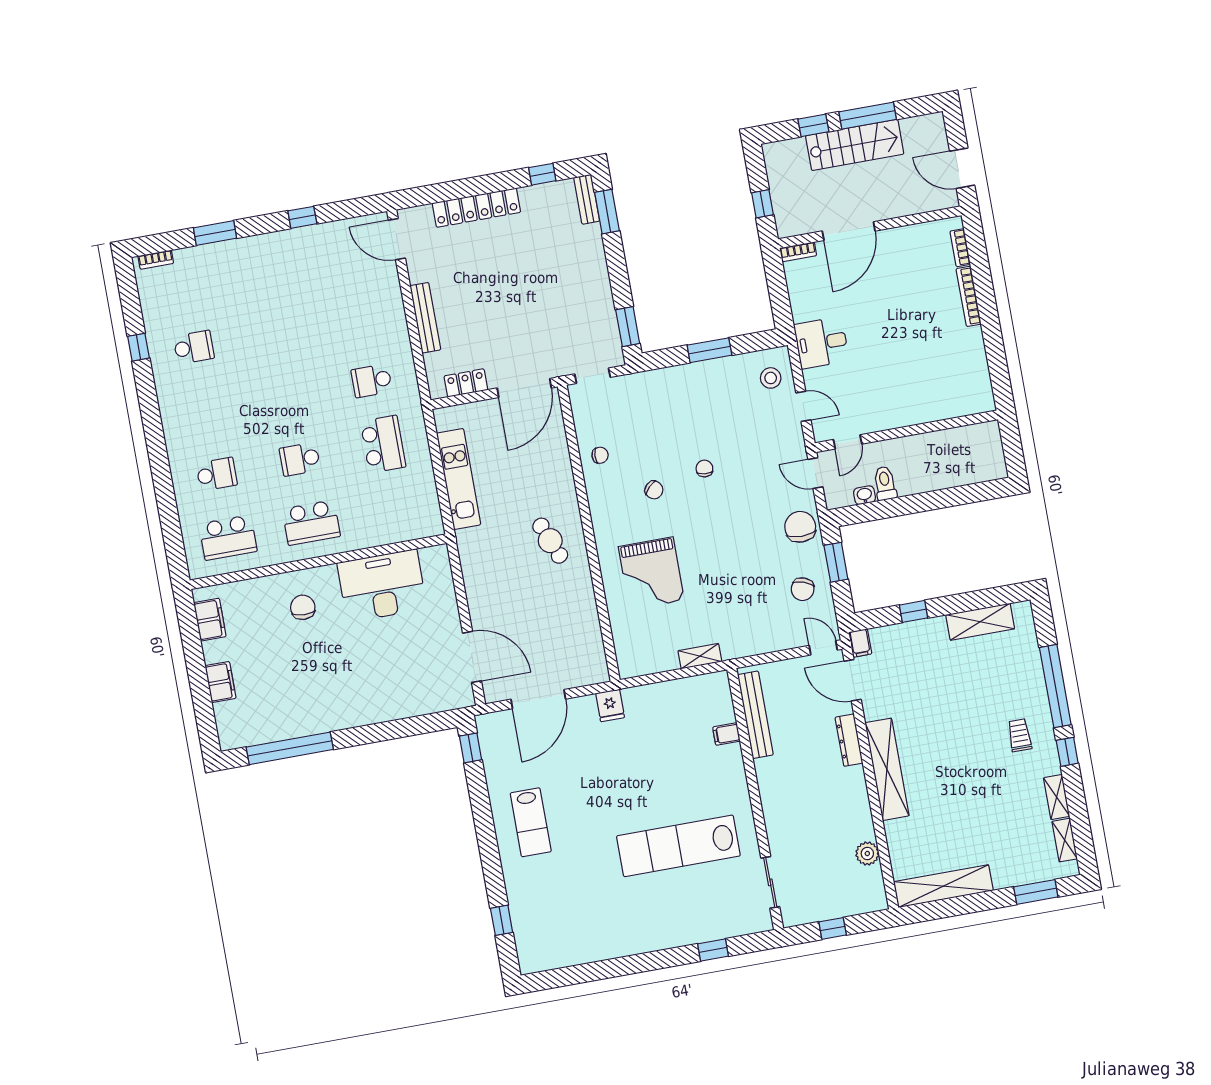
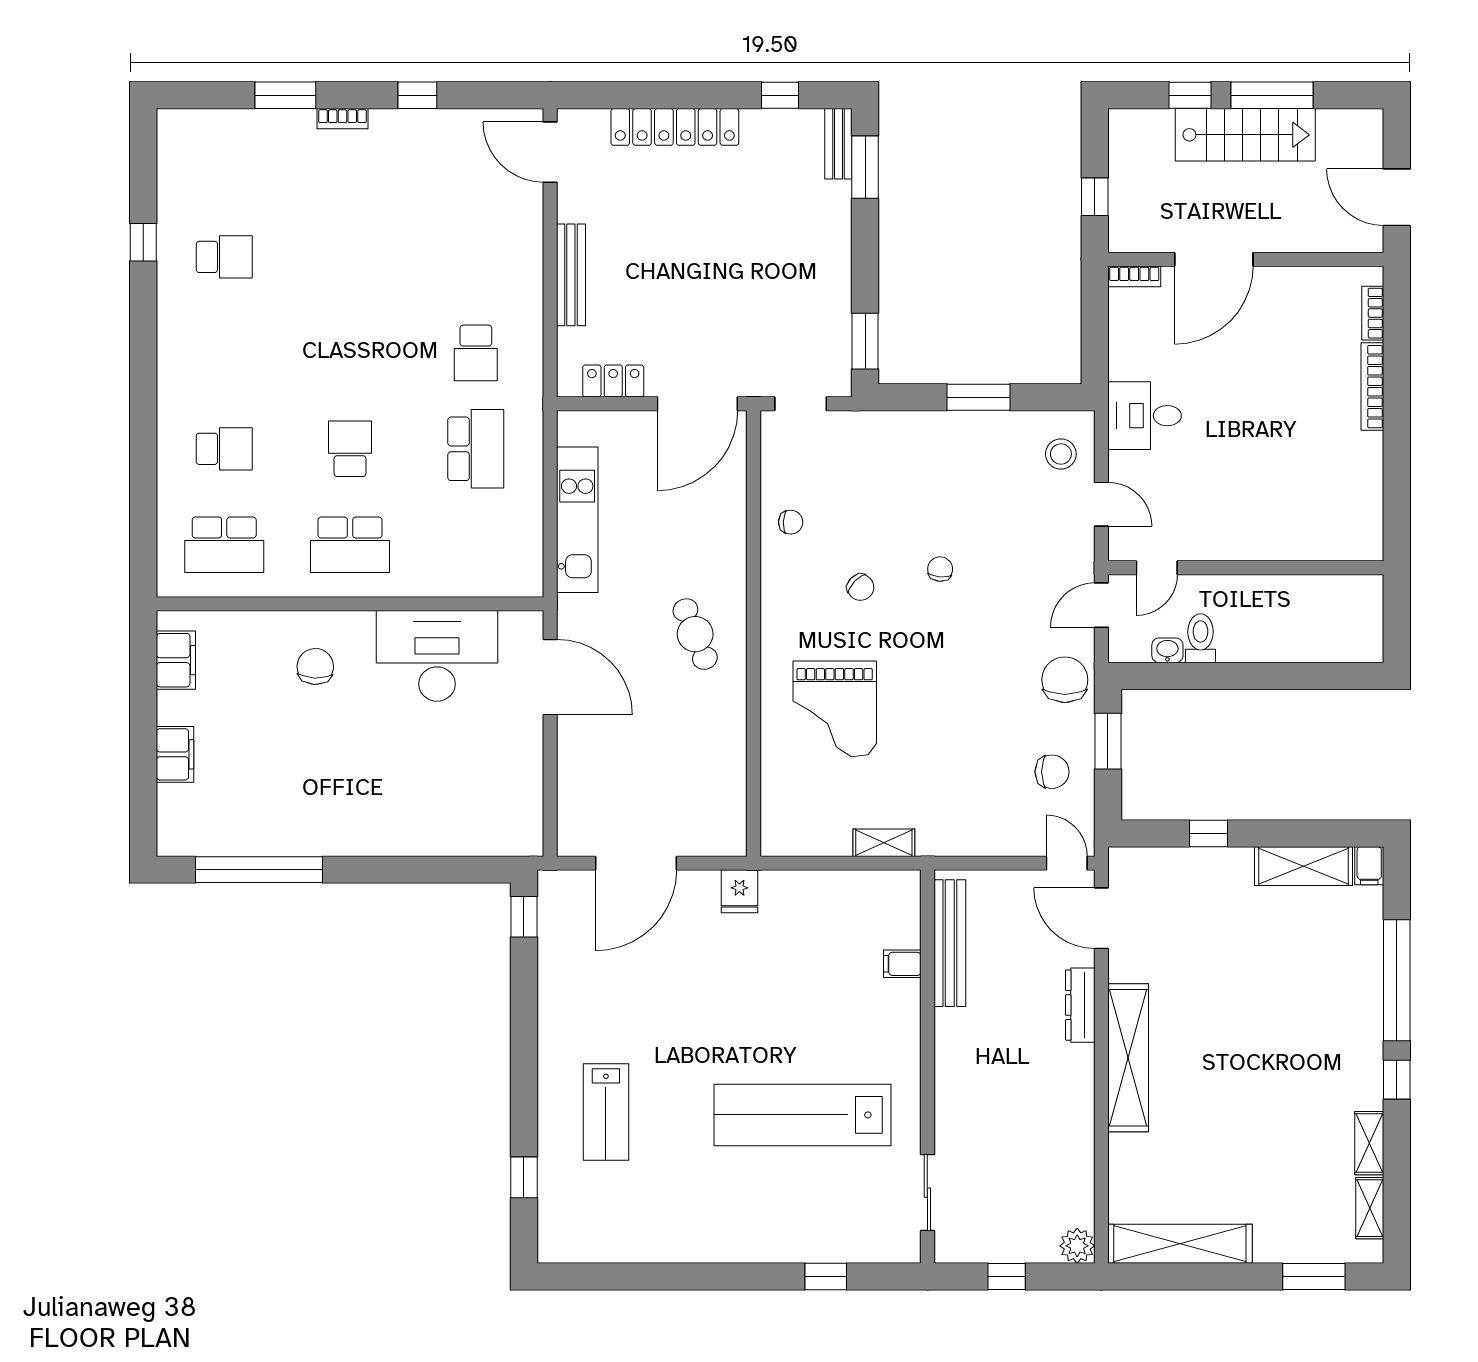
bookcase: (156, 260) -> (342, 119), moved
school desk: (372, 381) -> (476, 353), turned -90
school desk: (300, 459) -> (350, 449), turned 90
door: (815, 473) -> (1101, 605), hinge flipped
chair: (803, 589) -> (1052, 772), turned -110
filing cabinet: (860, 643) -> (1369, 866), moved
door: (472, 657) -> (550, 677), moved
trolley: (1020, 735) -> (1331, 1043), removed
lab bench: (531, 822) -> (606, 1112), moved
plant: (867, 853) -> (1077, 1246), moved

